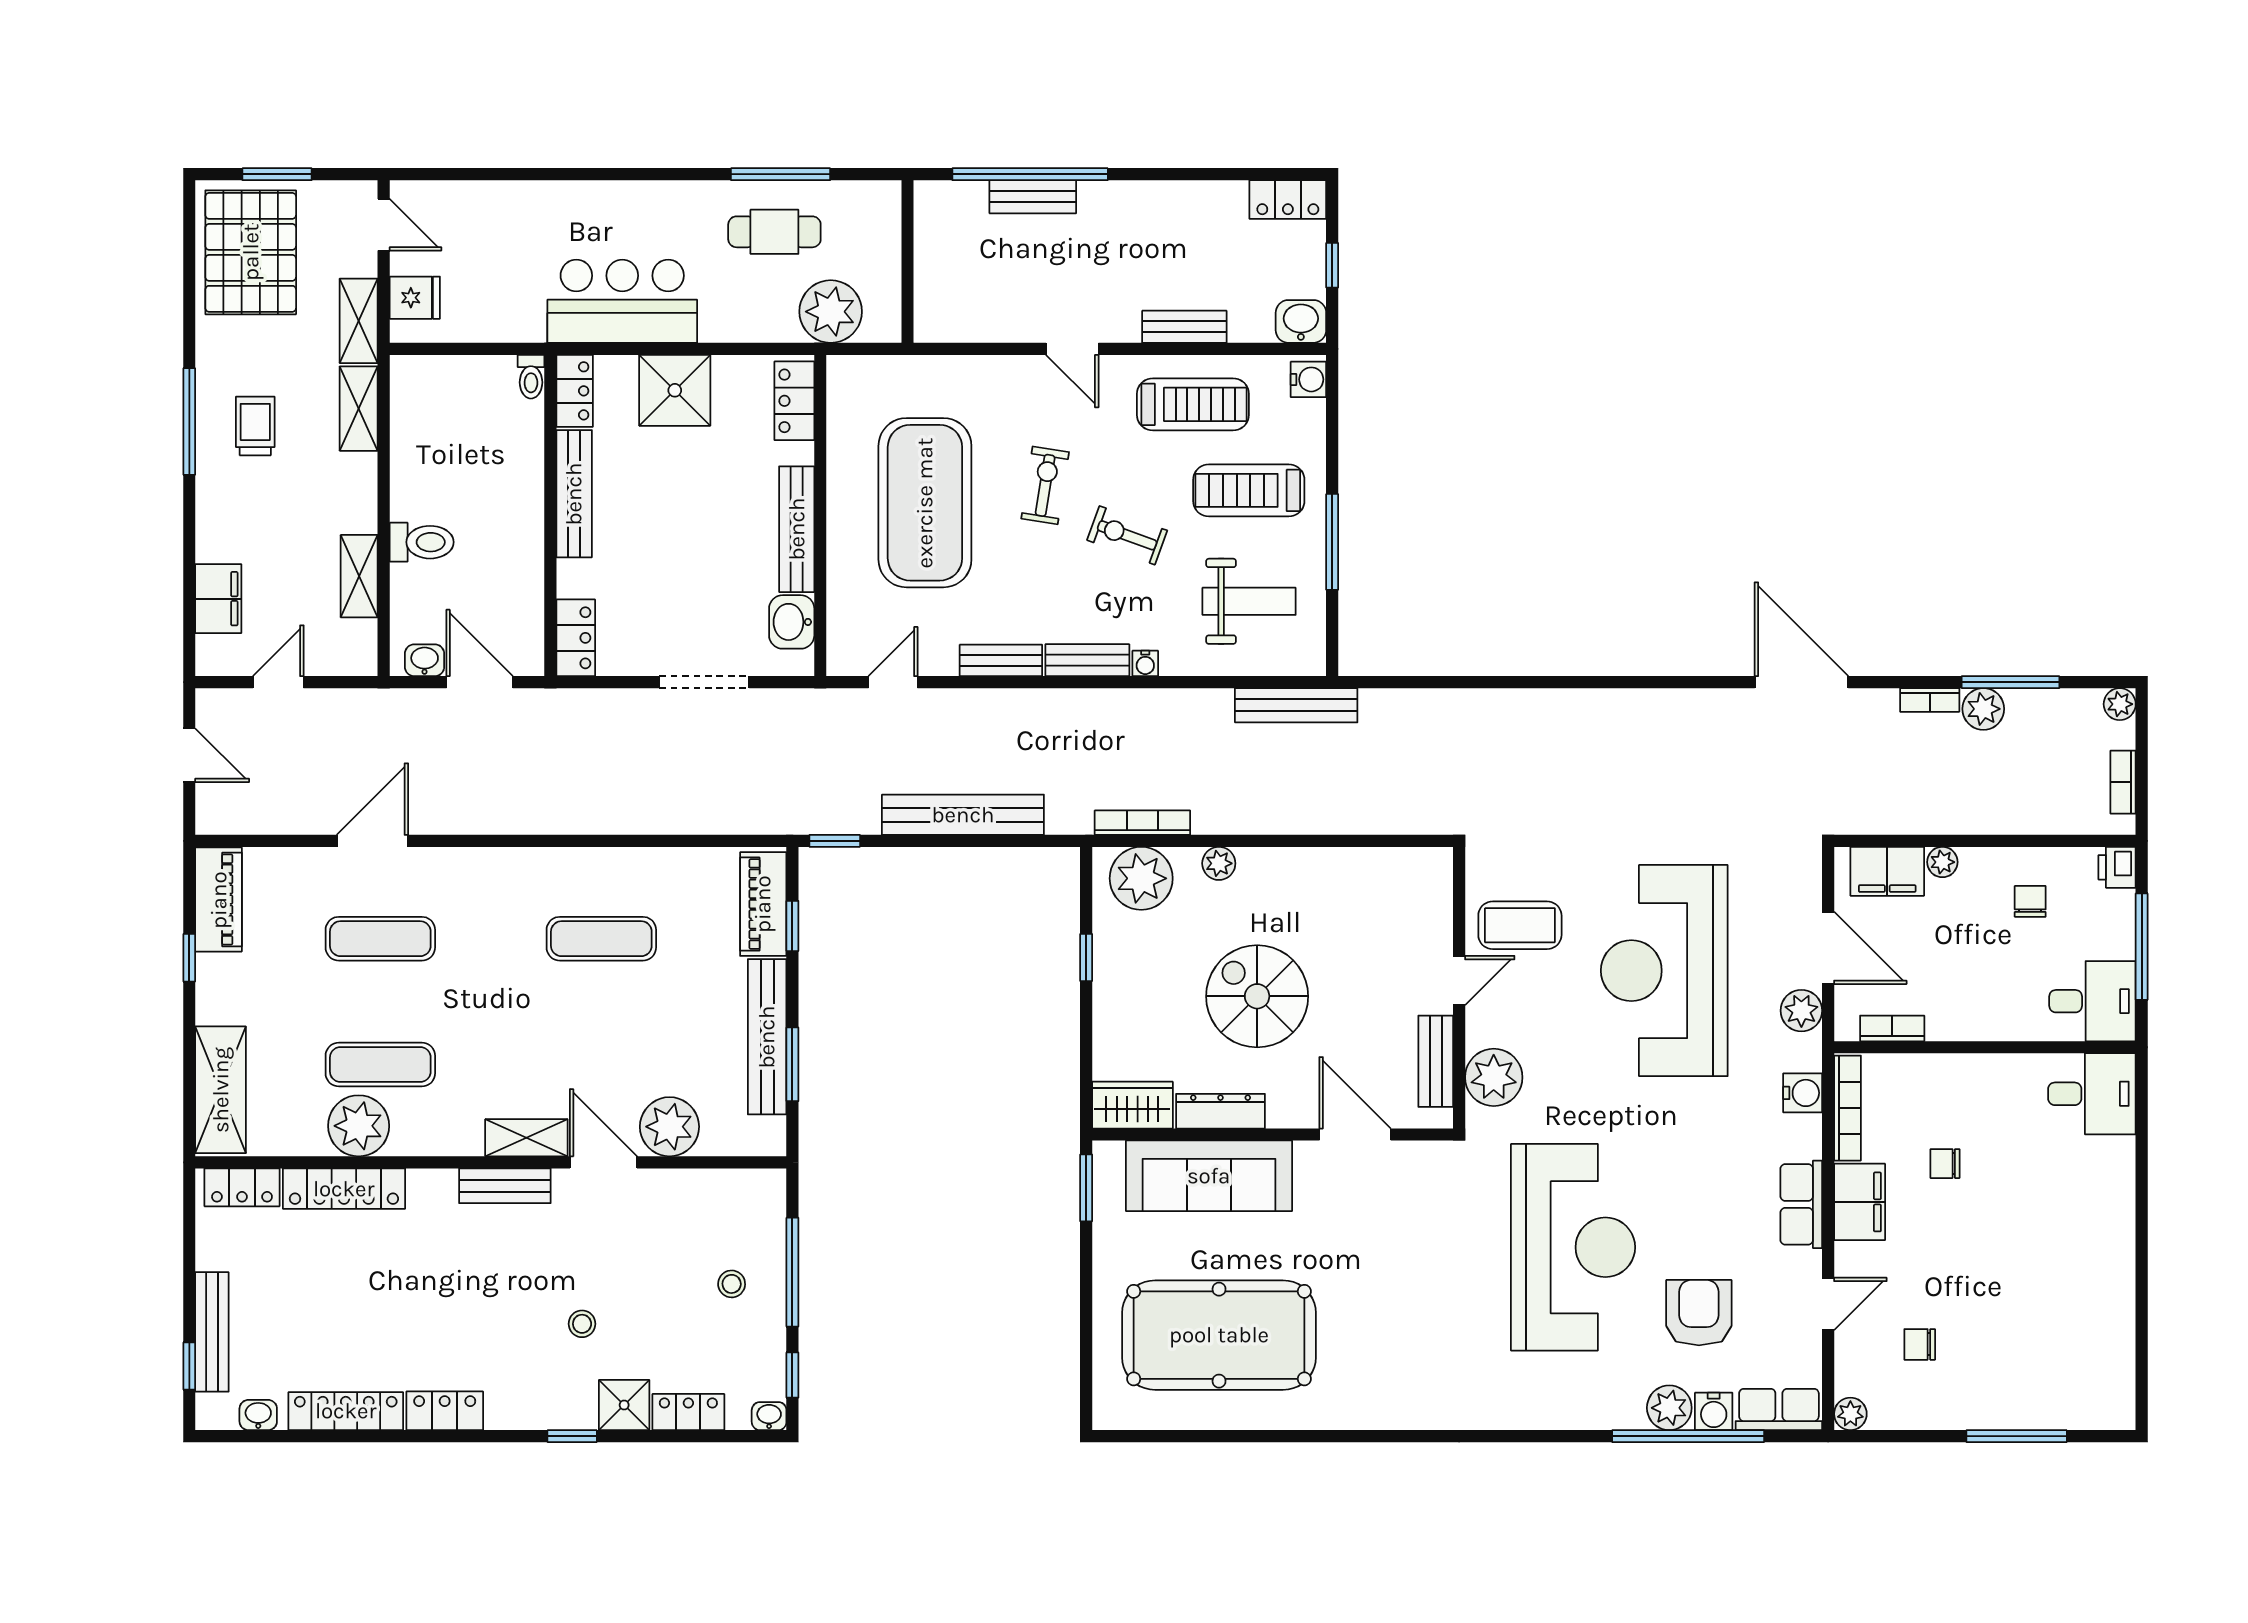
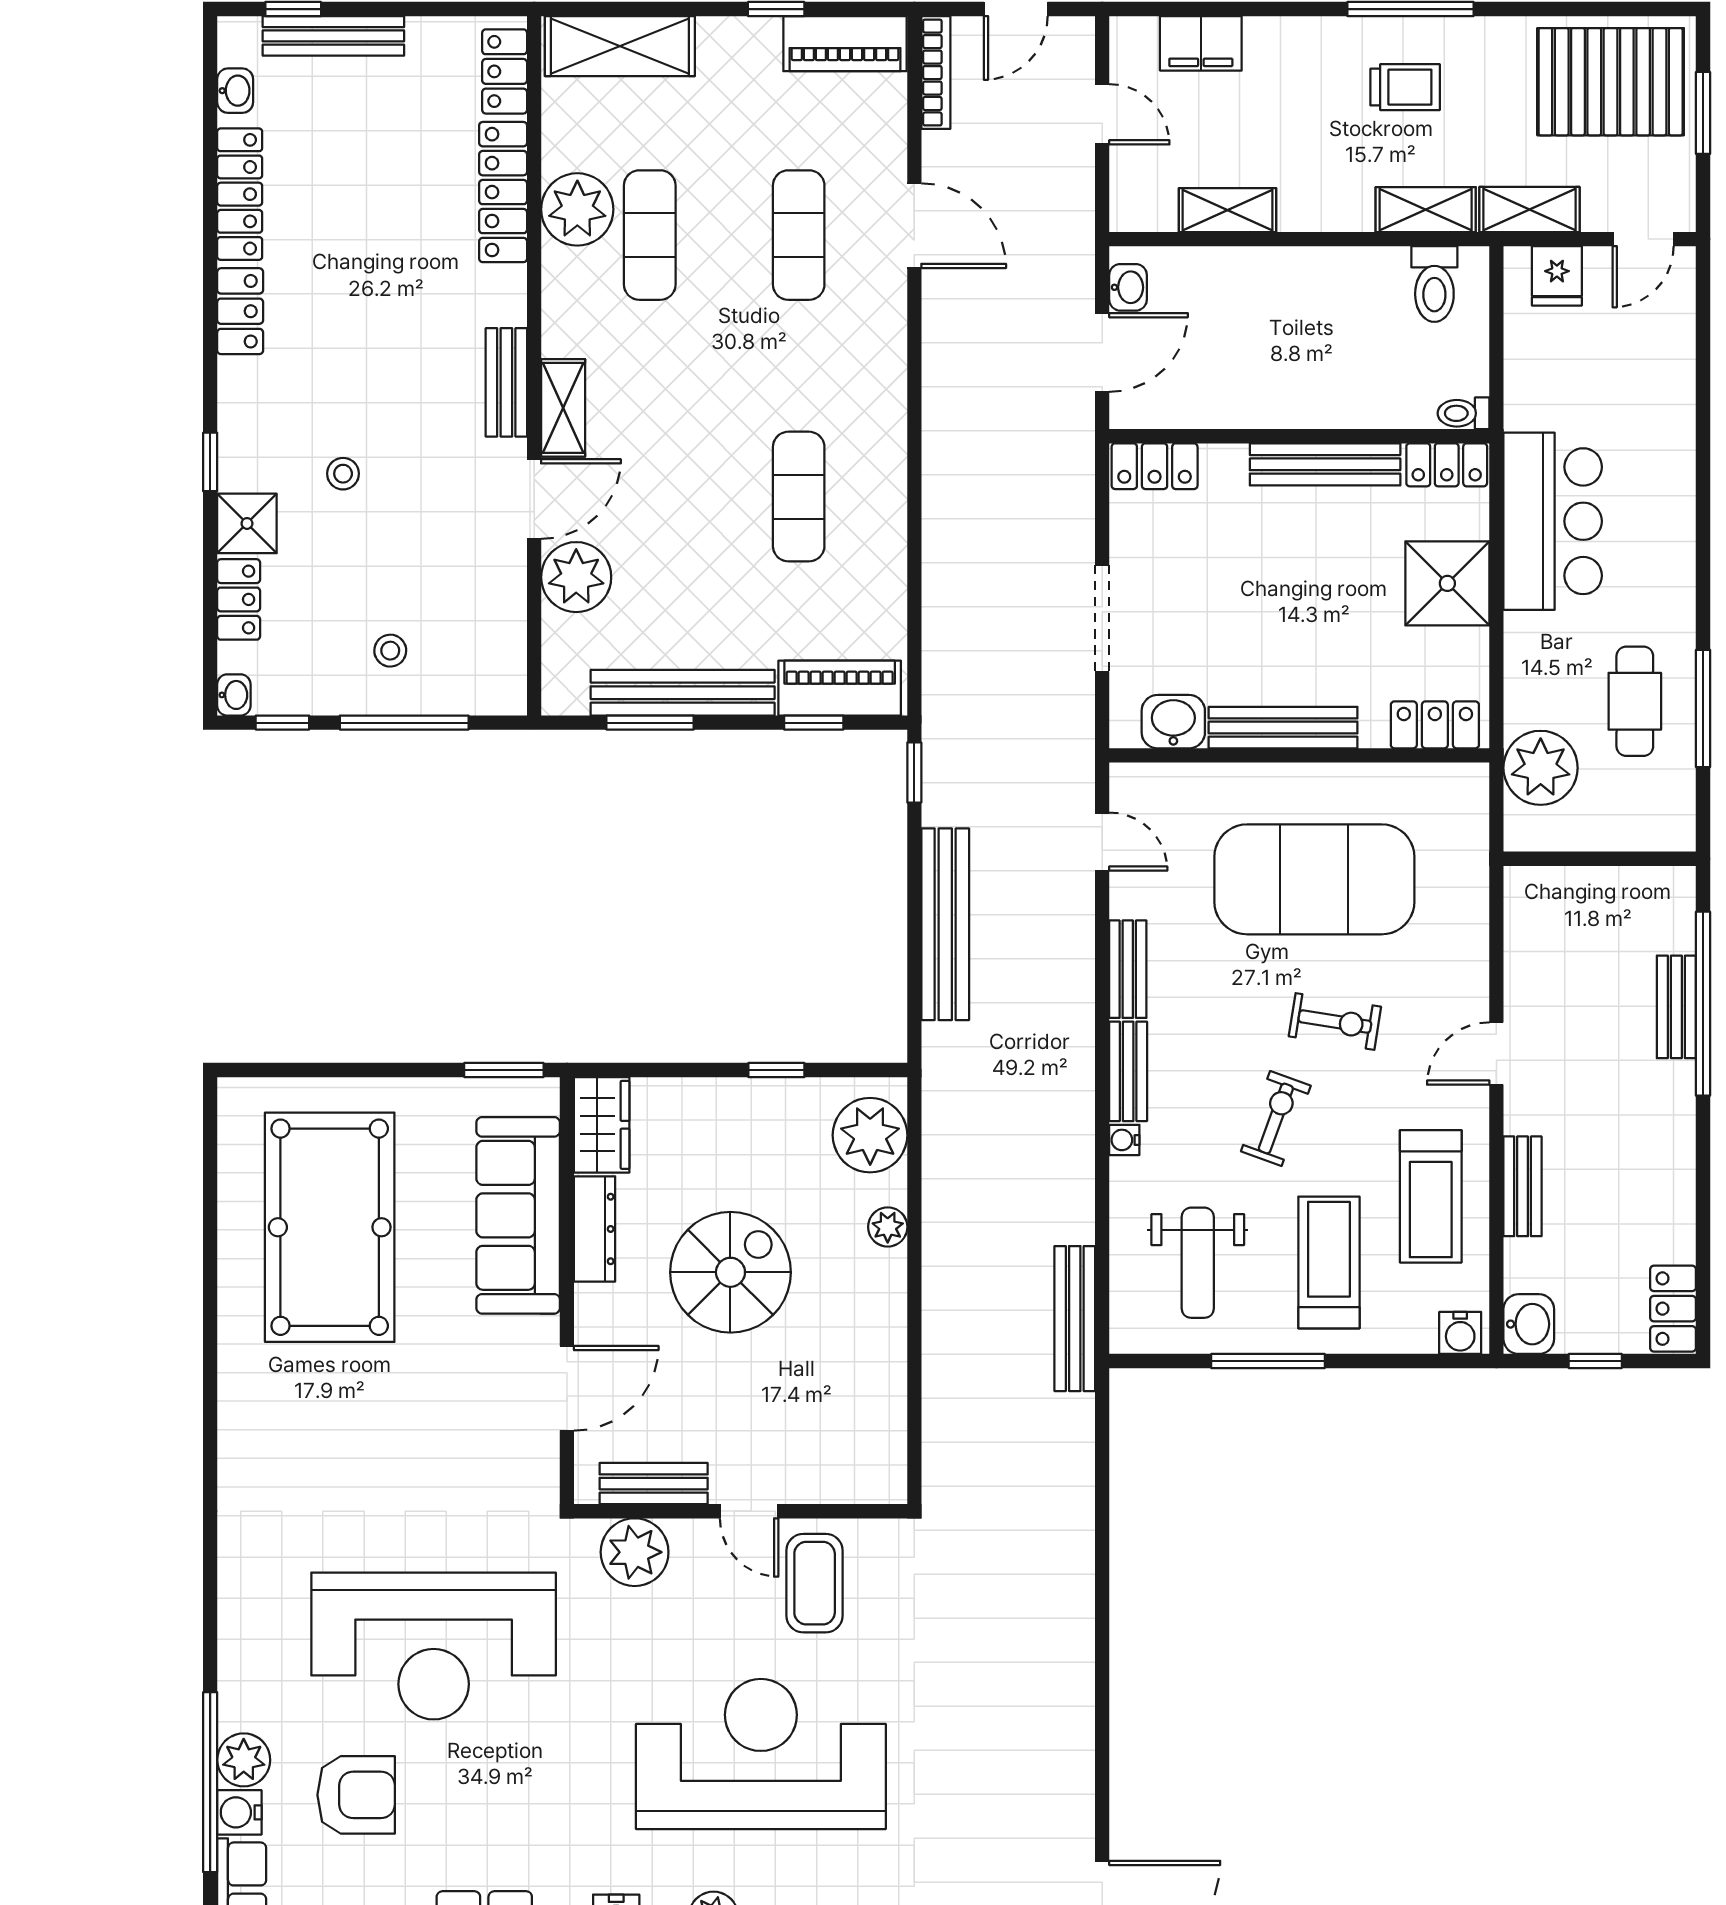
toilet: (422, 542) -> (1434, 284), moved
bookcase: (1142, 823) -> (936, 73), moved

